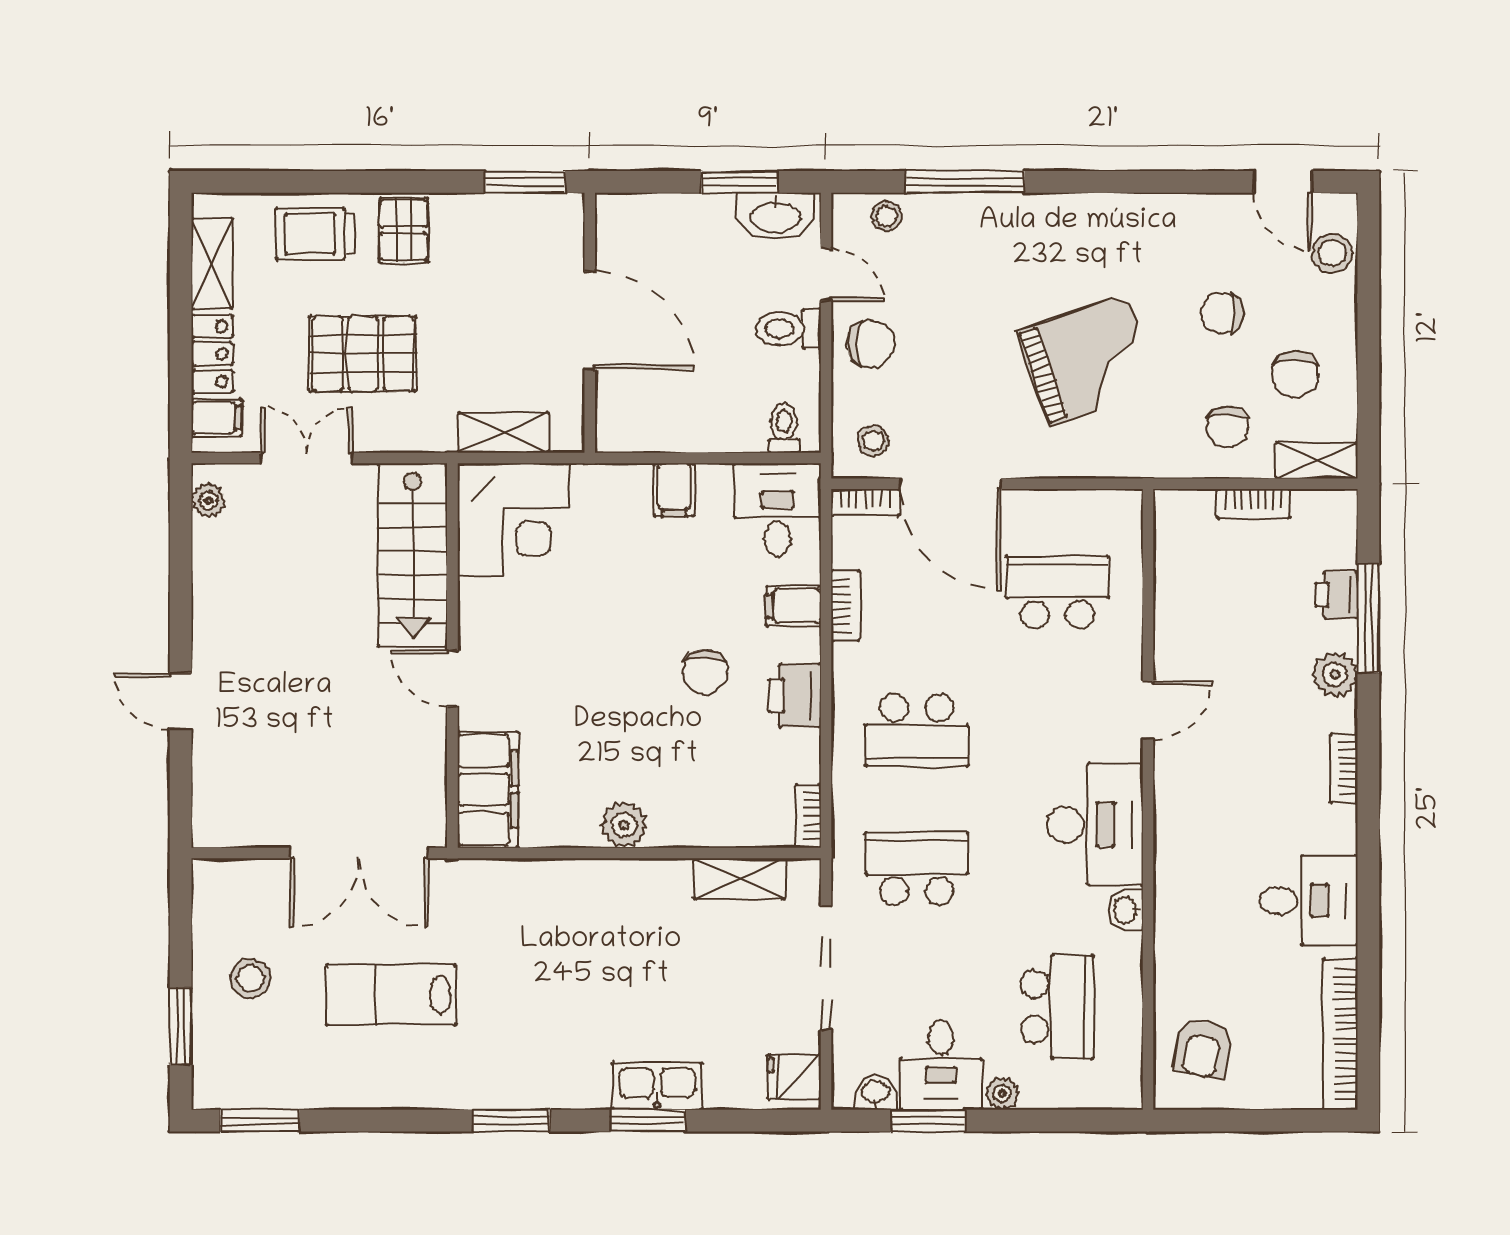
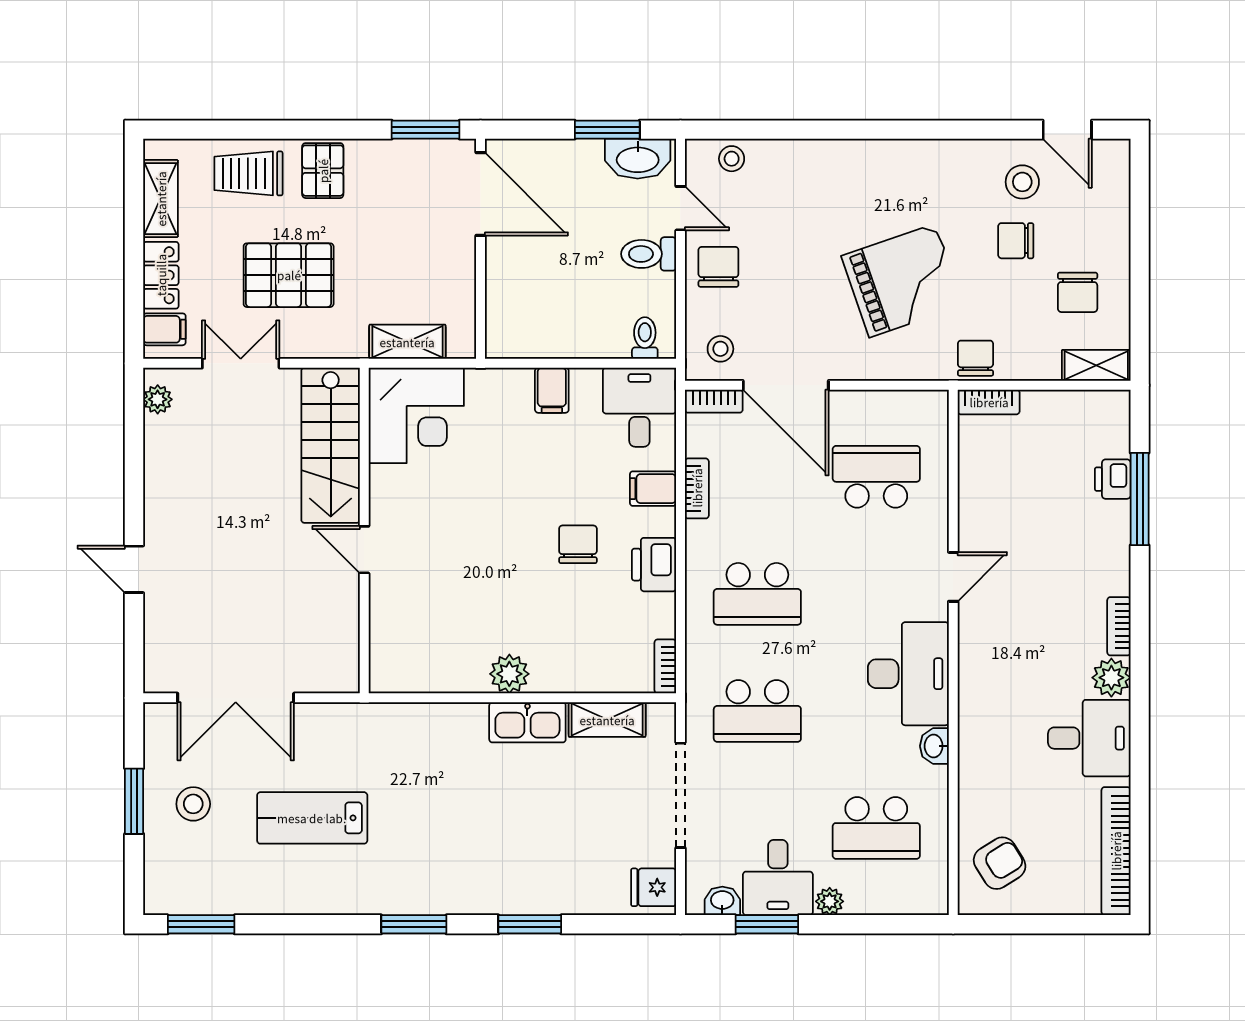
window: (965, 182) -> (798, 130), removed
stool: (1332, 253) -> (1022, 182), moved
door: (590, 320) -> (481, 194), moved
chair: (871, 344) -> (718, 267), turned -90
chair: (1228, 427) -> (975, 358), moved, turned 180
bookcase: (1254, 504) -> (989, 402), moved
chair: (705, 672) -> (578, 544), turned 180
plant: (1335, 674) -> (1111, 678), moved
filing cabinet: (488, 790) -> (394, 644), removed
double door: (359, 853) -> (236, 698), moved
school desk: (917, 869) -> (757, 711), turned 180
school desk: (1057, 1007) -> (876, 828), turned 90
window: (181, 1026) -> (134, 801), moved
armchair: (1203, 1048) -> (1000, 863), turned -133
kitchen sink: (657, 1086) -> (527, 722), moved, turned 180

